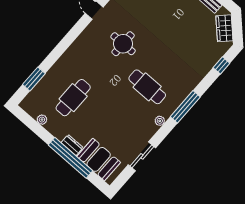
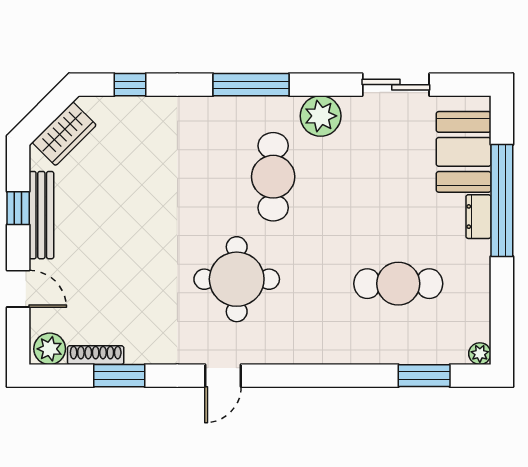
round table: (123, 44) -> (237, 279), width x1.36, depth x1.36
plant: (42, 120) -> (480, 354), moved
plant: (160, 121) -> (321, 116), width x1.88, depth x1.88

